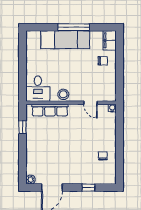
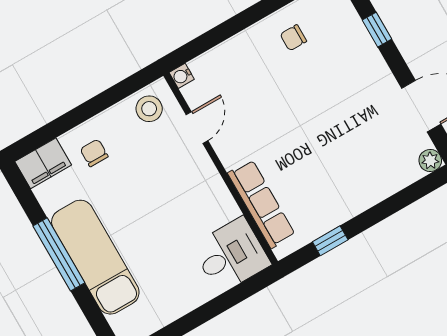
stool: (63, 94) -> (149, 109), moved

